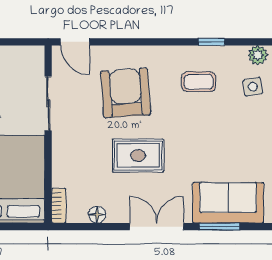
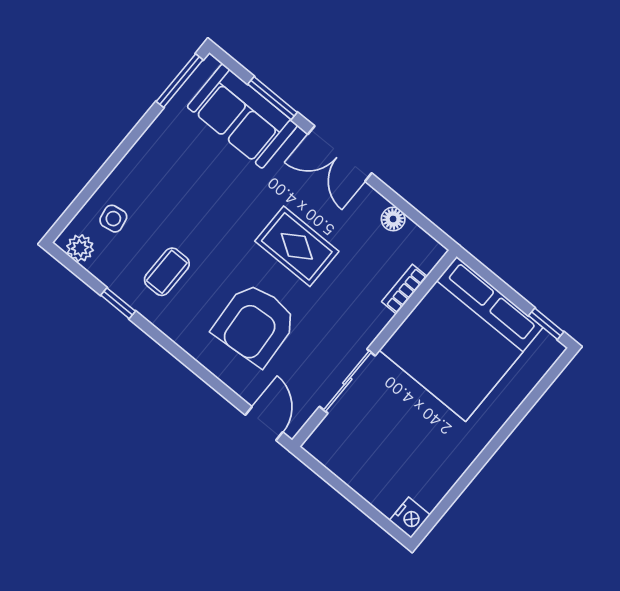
coffee table: (199, 82) -> (167, 272), turned 90
bookcase: (59, 206) -> (404, 289), moved

